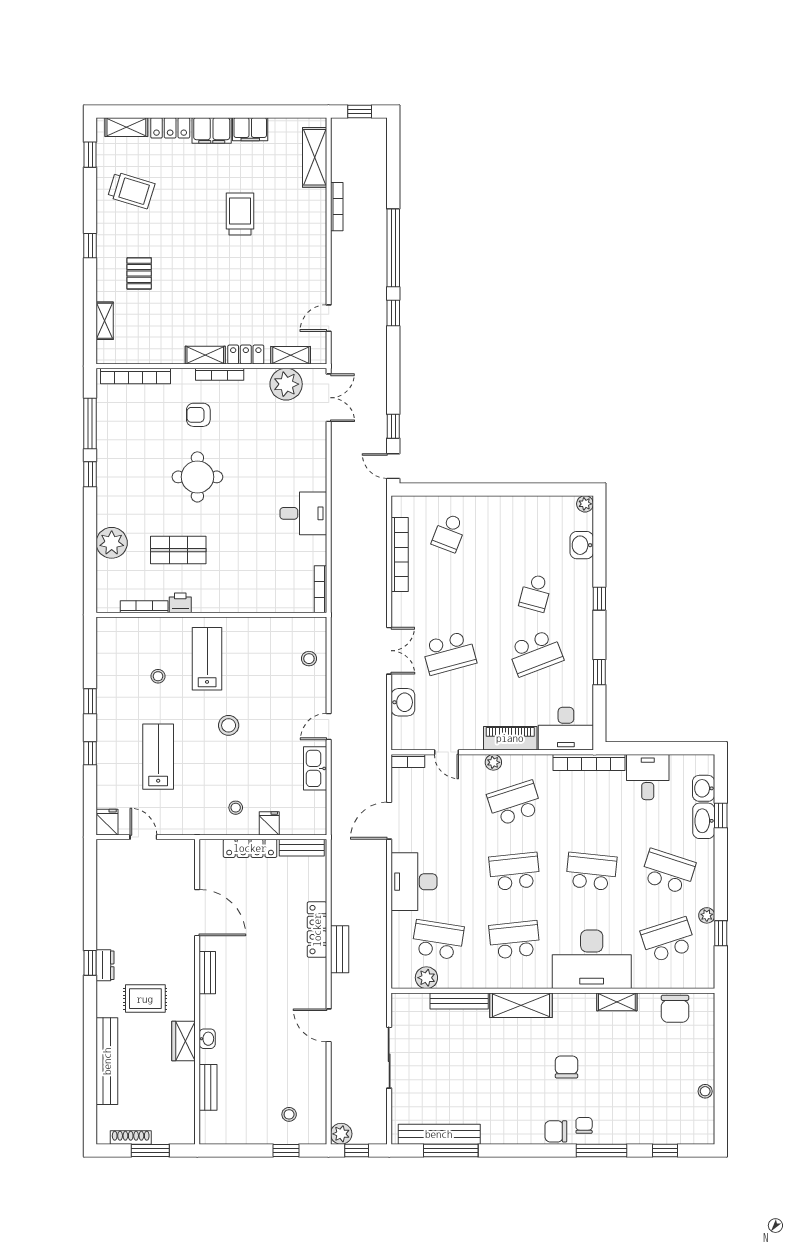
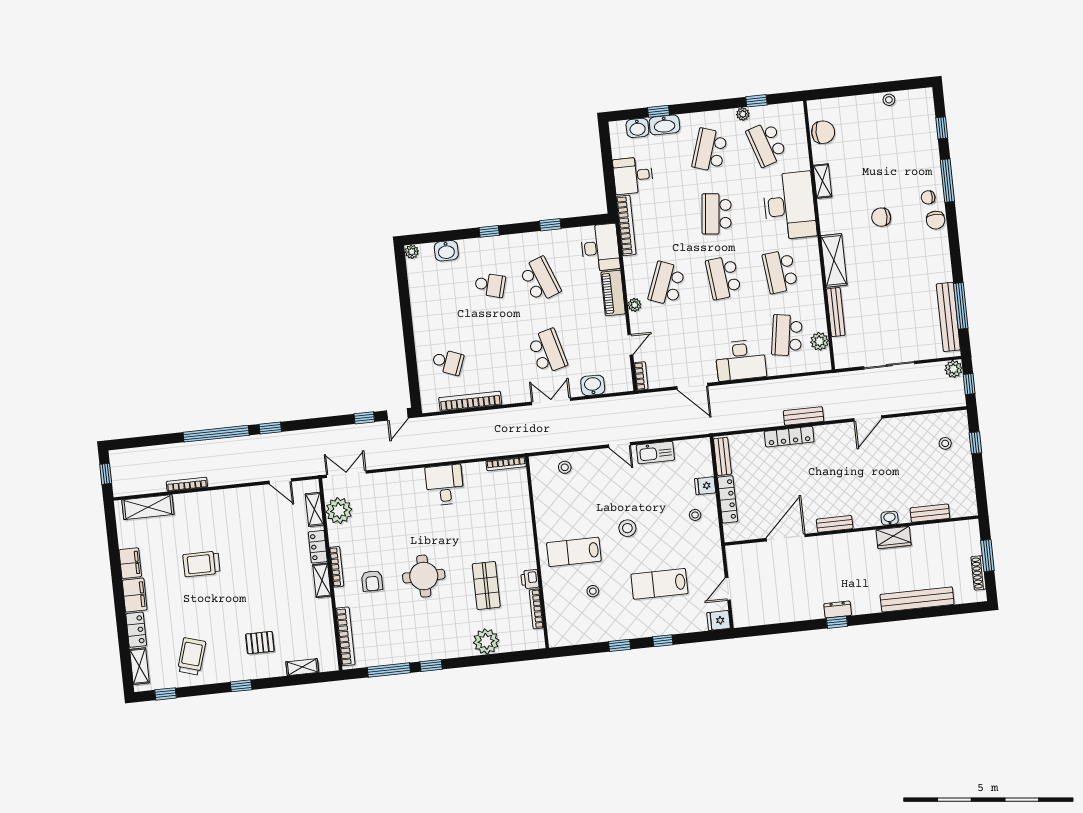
school desk: (515, 803) -> (667, 284), turned 39
rug: (145, 999) -> (862, 573), removed
plant: (341, 1134) -> (954, 369), moved

